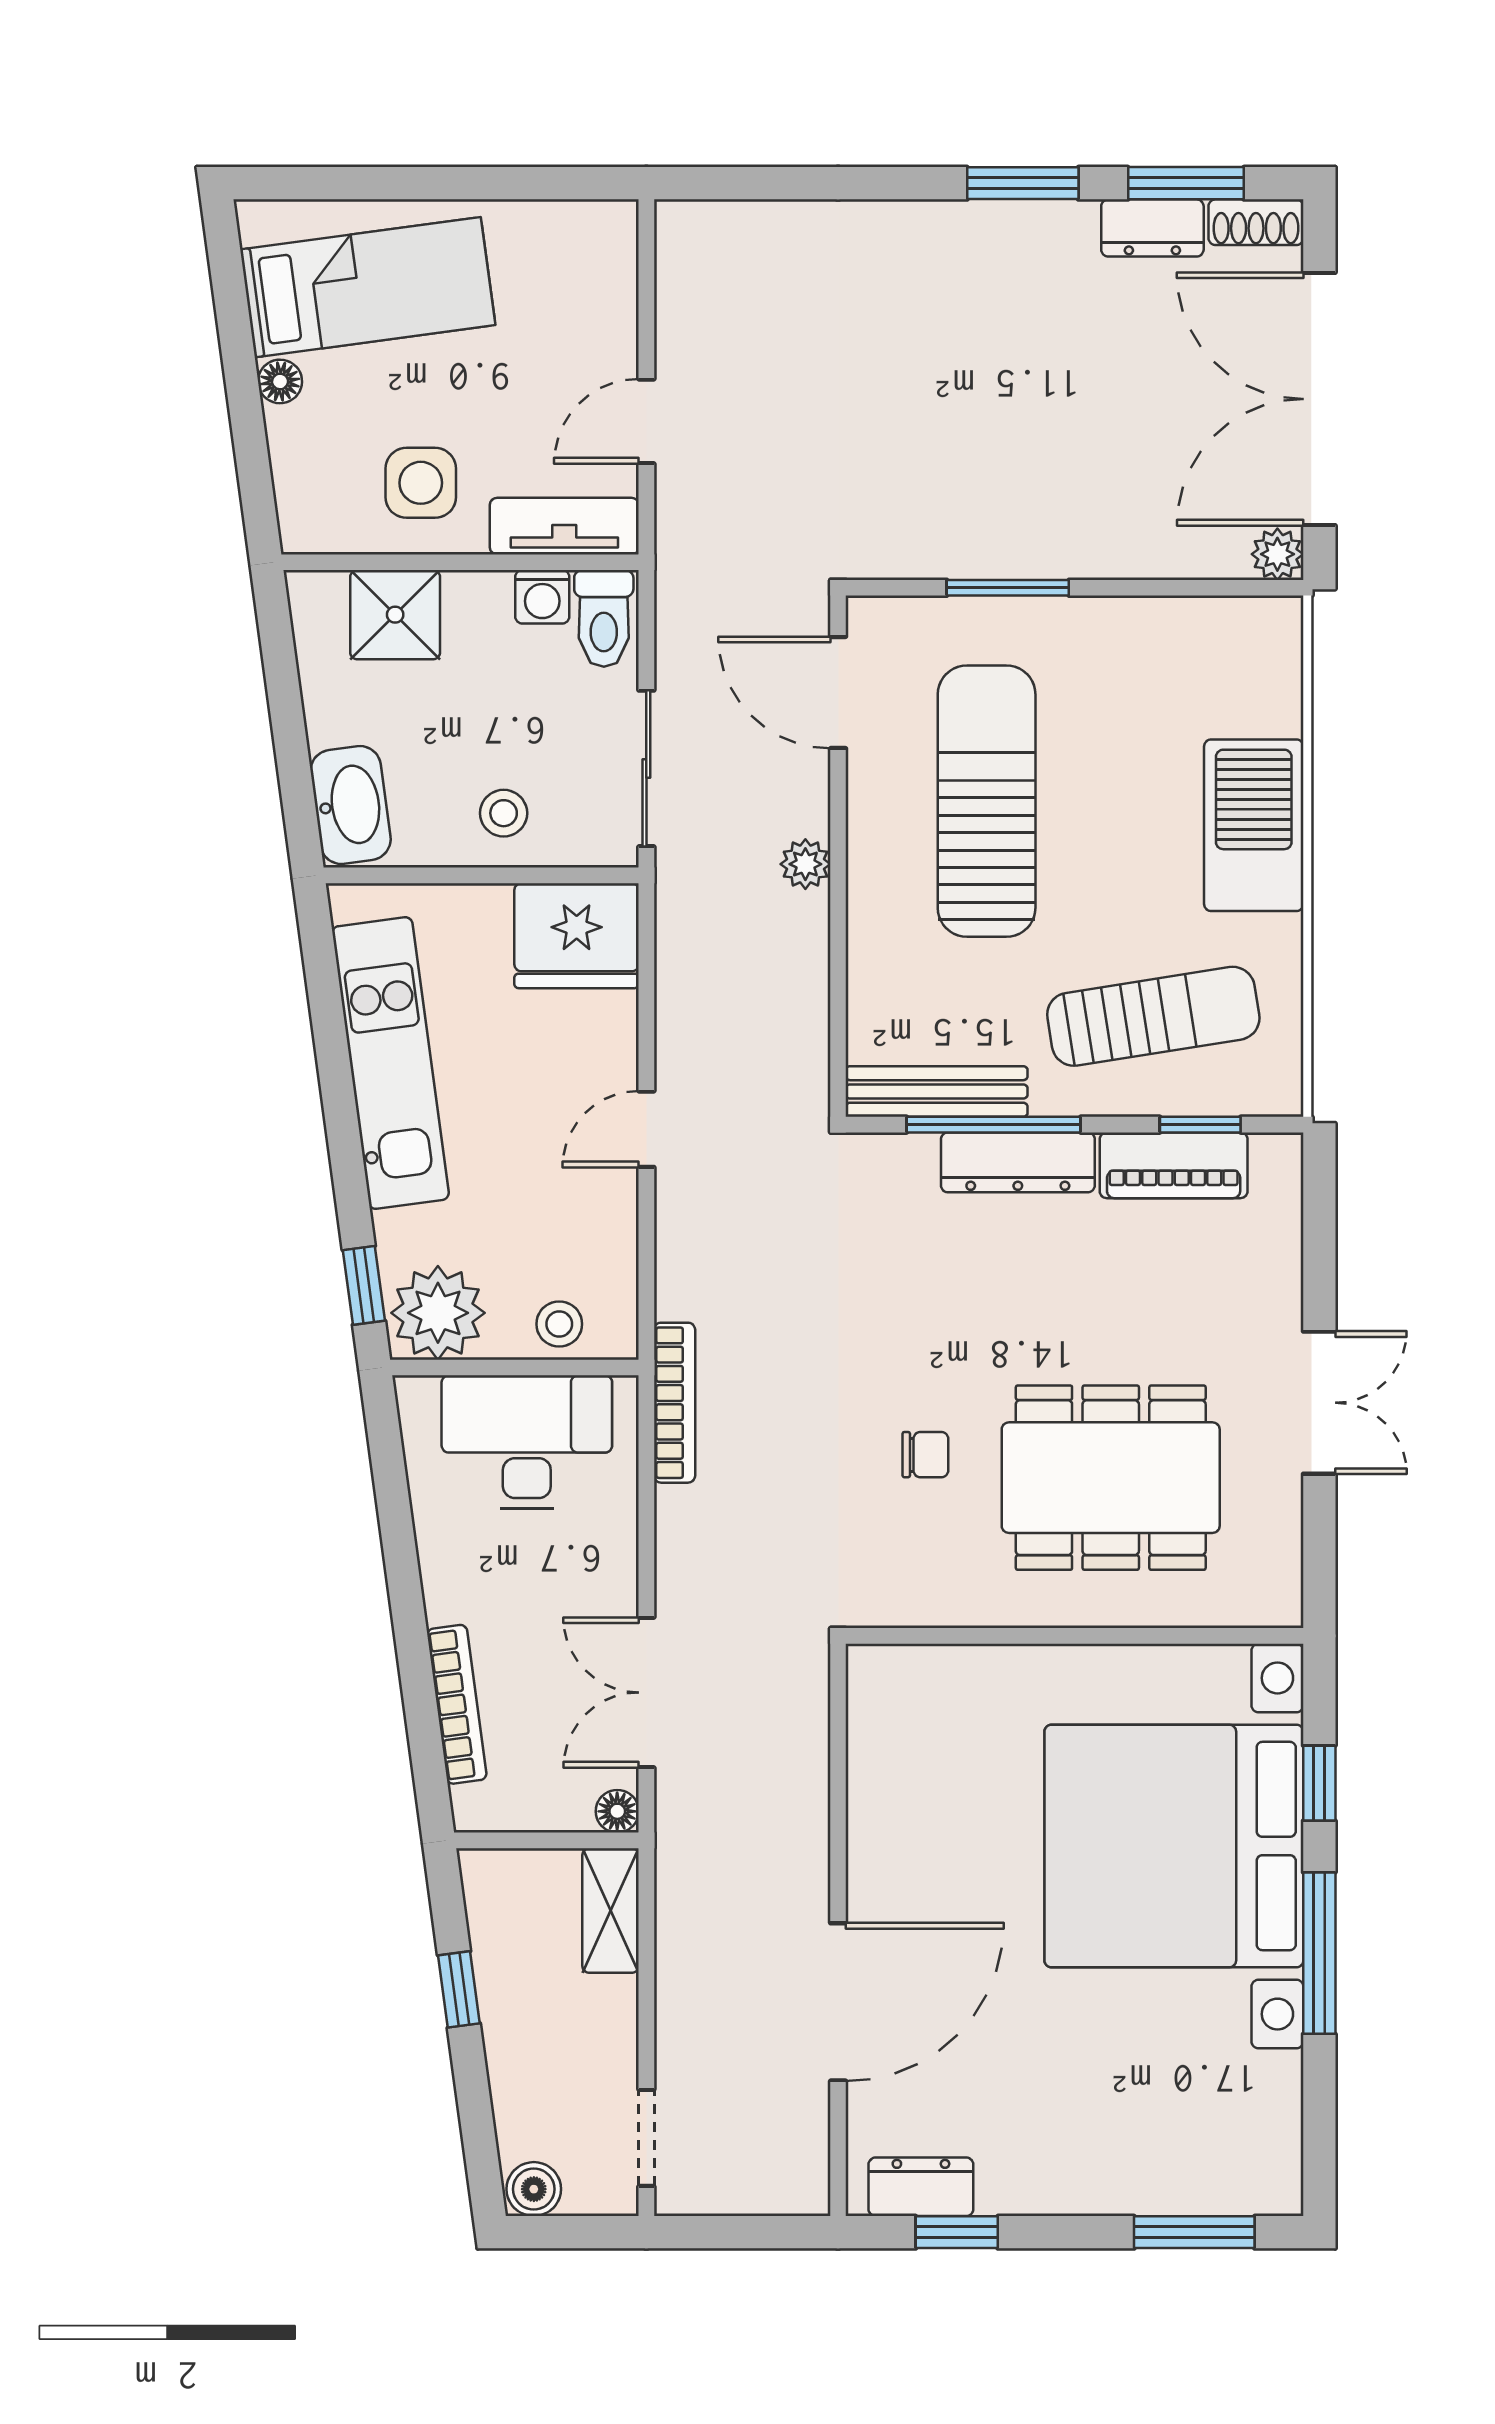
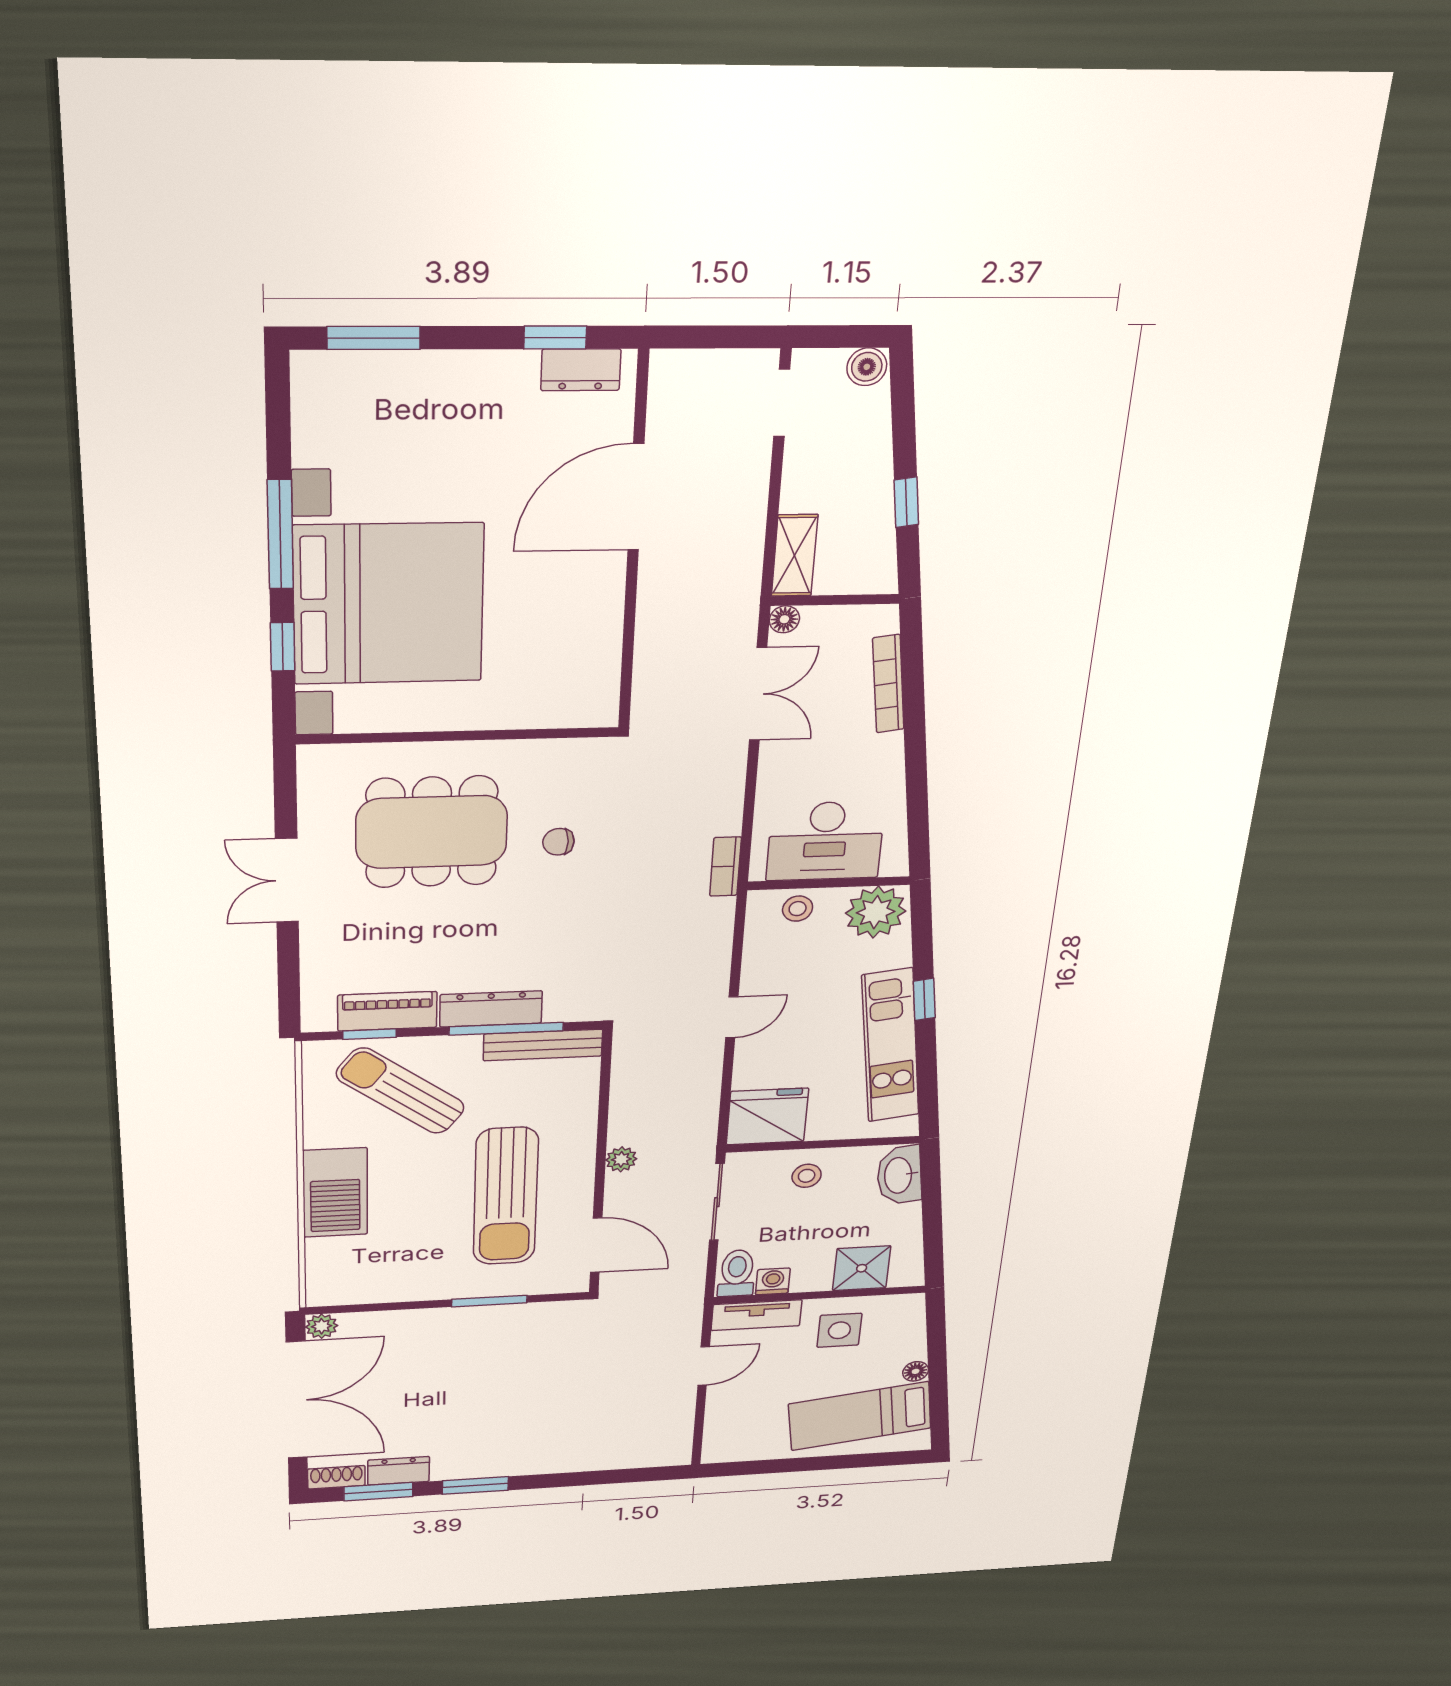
sun lounger: (1153, 1016) -> (400, 1091), turned 46
window: (364, 1285) -> (924, 999), moved
bookcase: (675, 1403) -> (725, 867), width x0.64

